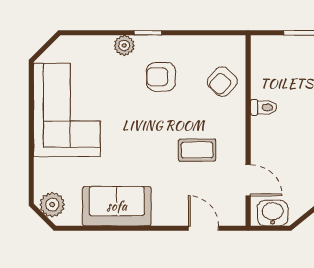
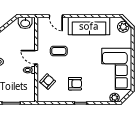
plant: (124, 45) -> (115, 98), moved
door: (248, 180) -> (36, 57), moved
sofa: (117, 206) -> (89, 26), width x1.36

